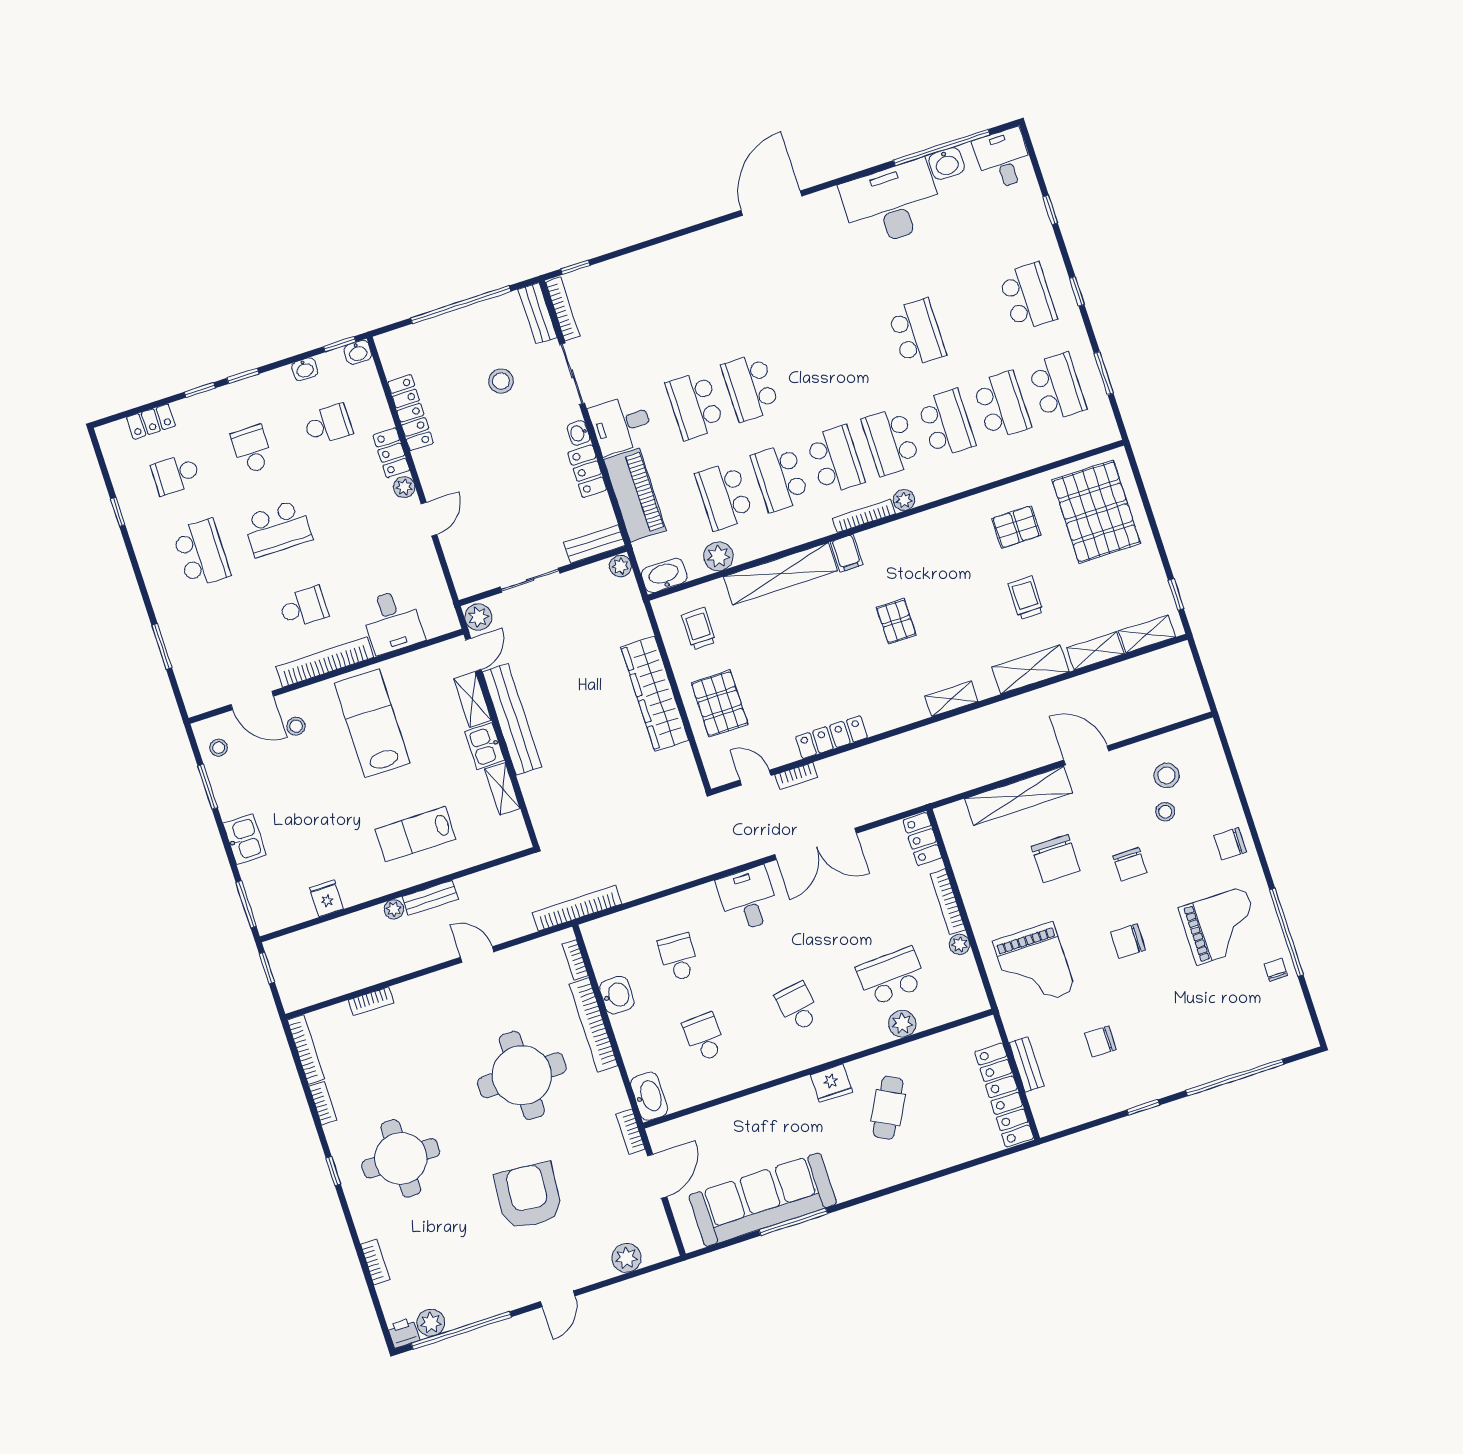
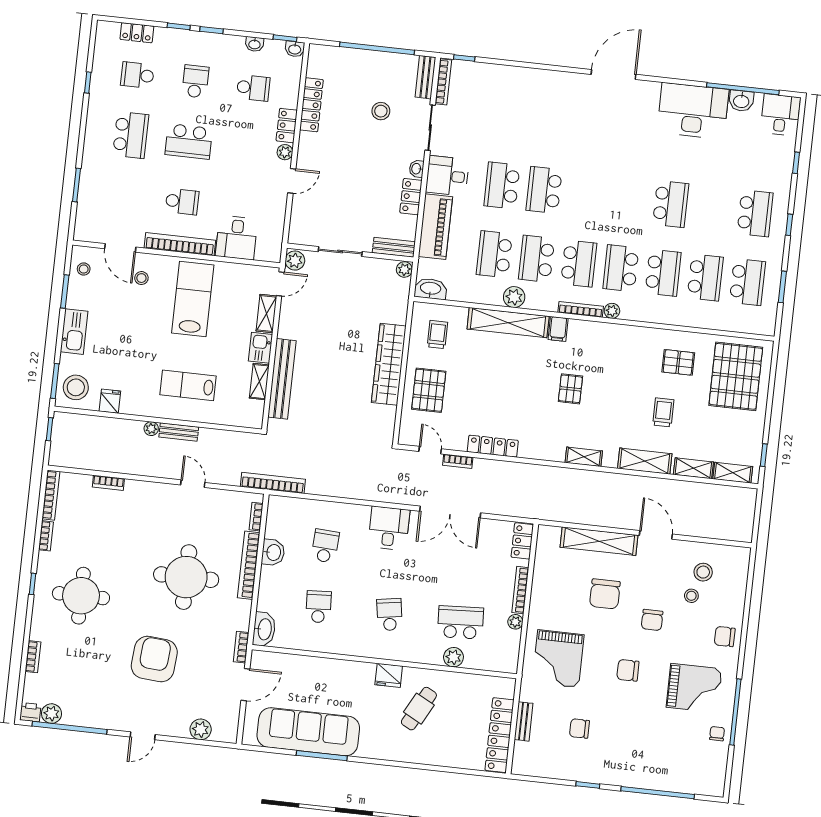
plant: (718, 556) -> (514, 297), moved
bench: (512, 719) -> (282, 379), moved
kitchen sink: (245, 839) -> (74, 332), width x1.38
stool: (276, 900) -> (76, 387), added

